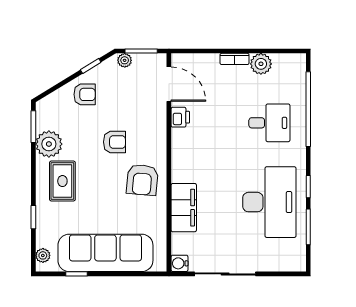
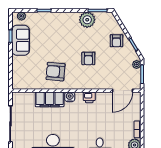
printer: (180, 117) -> (89, 97), moved
armchair: (142, 180) -> (56, 72), moved
rug: (62, 181) -> (65, 28), removed
sofa: (105, 253) -> (21, 40), width x0.54, depth x0.79
water cooler: (179, 263) -> (70, 97), moved

